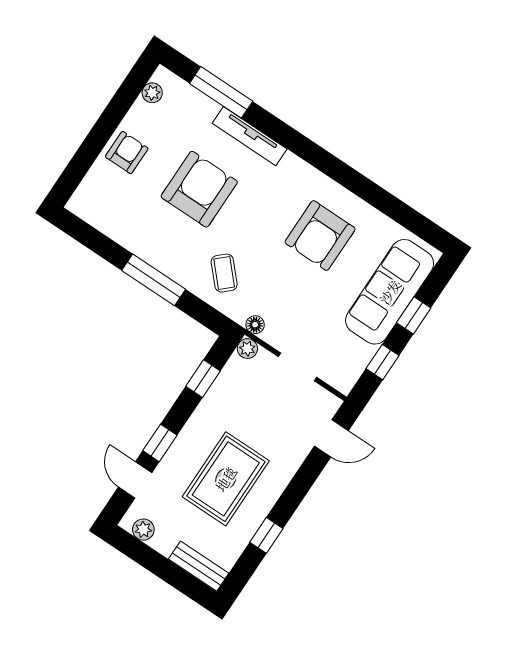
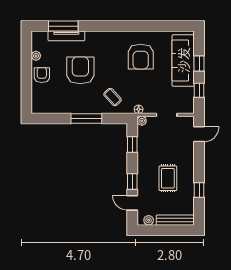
plant: (152, 93) -> (36, 56), moved
tv unit: (250, 136) -> (66, 36), moved
rug: (226, 479) -> (168, 178), width x0.73, depth x0.70
bench: (199, 566) -> (175, 220), width x1.36

